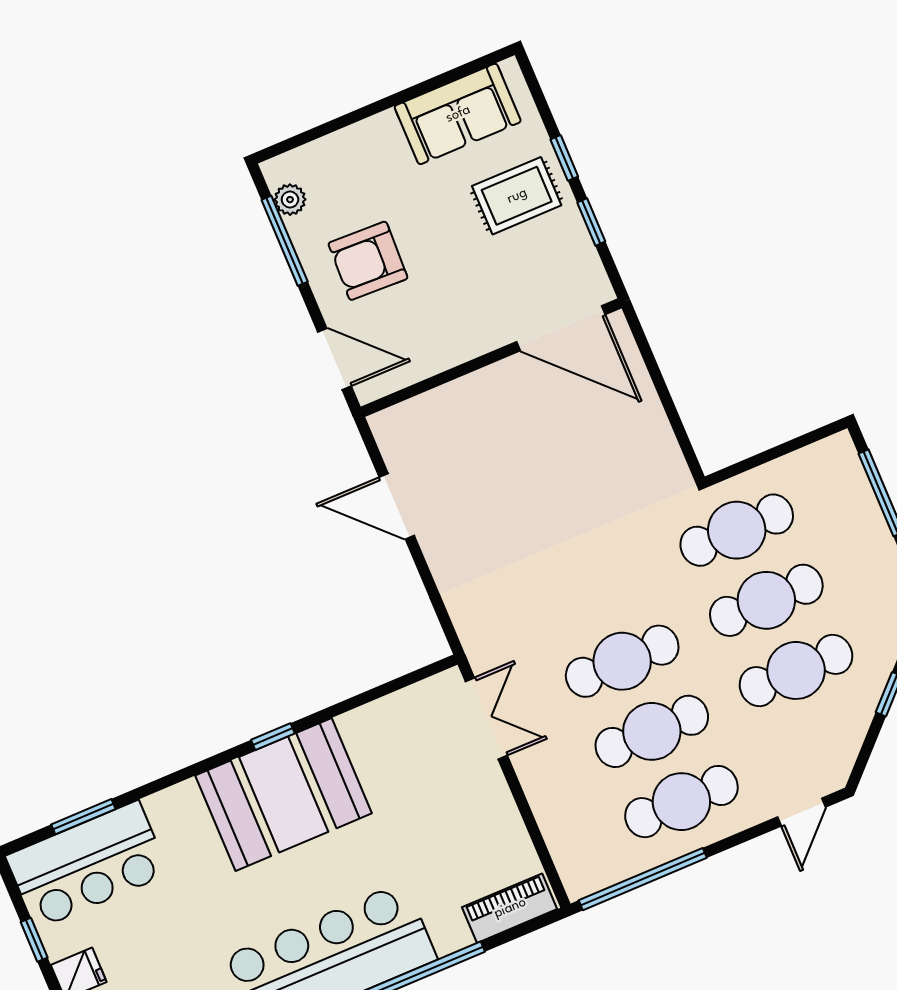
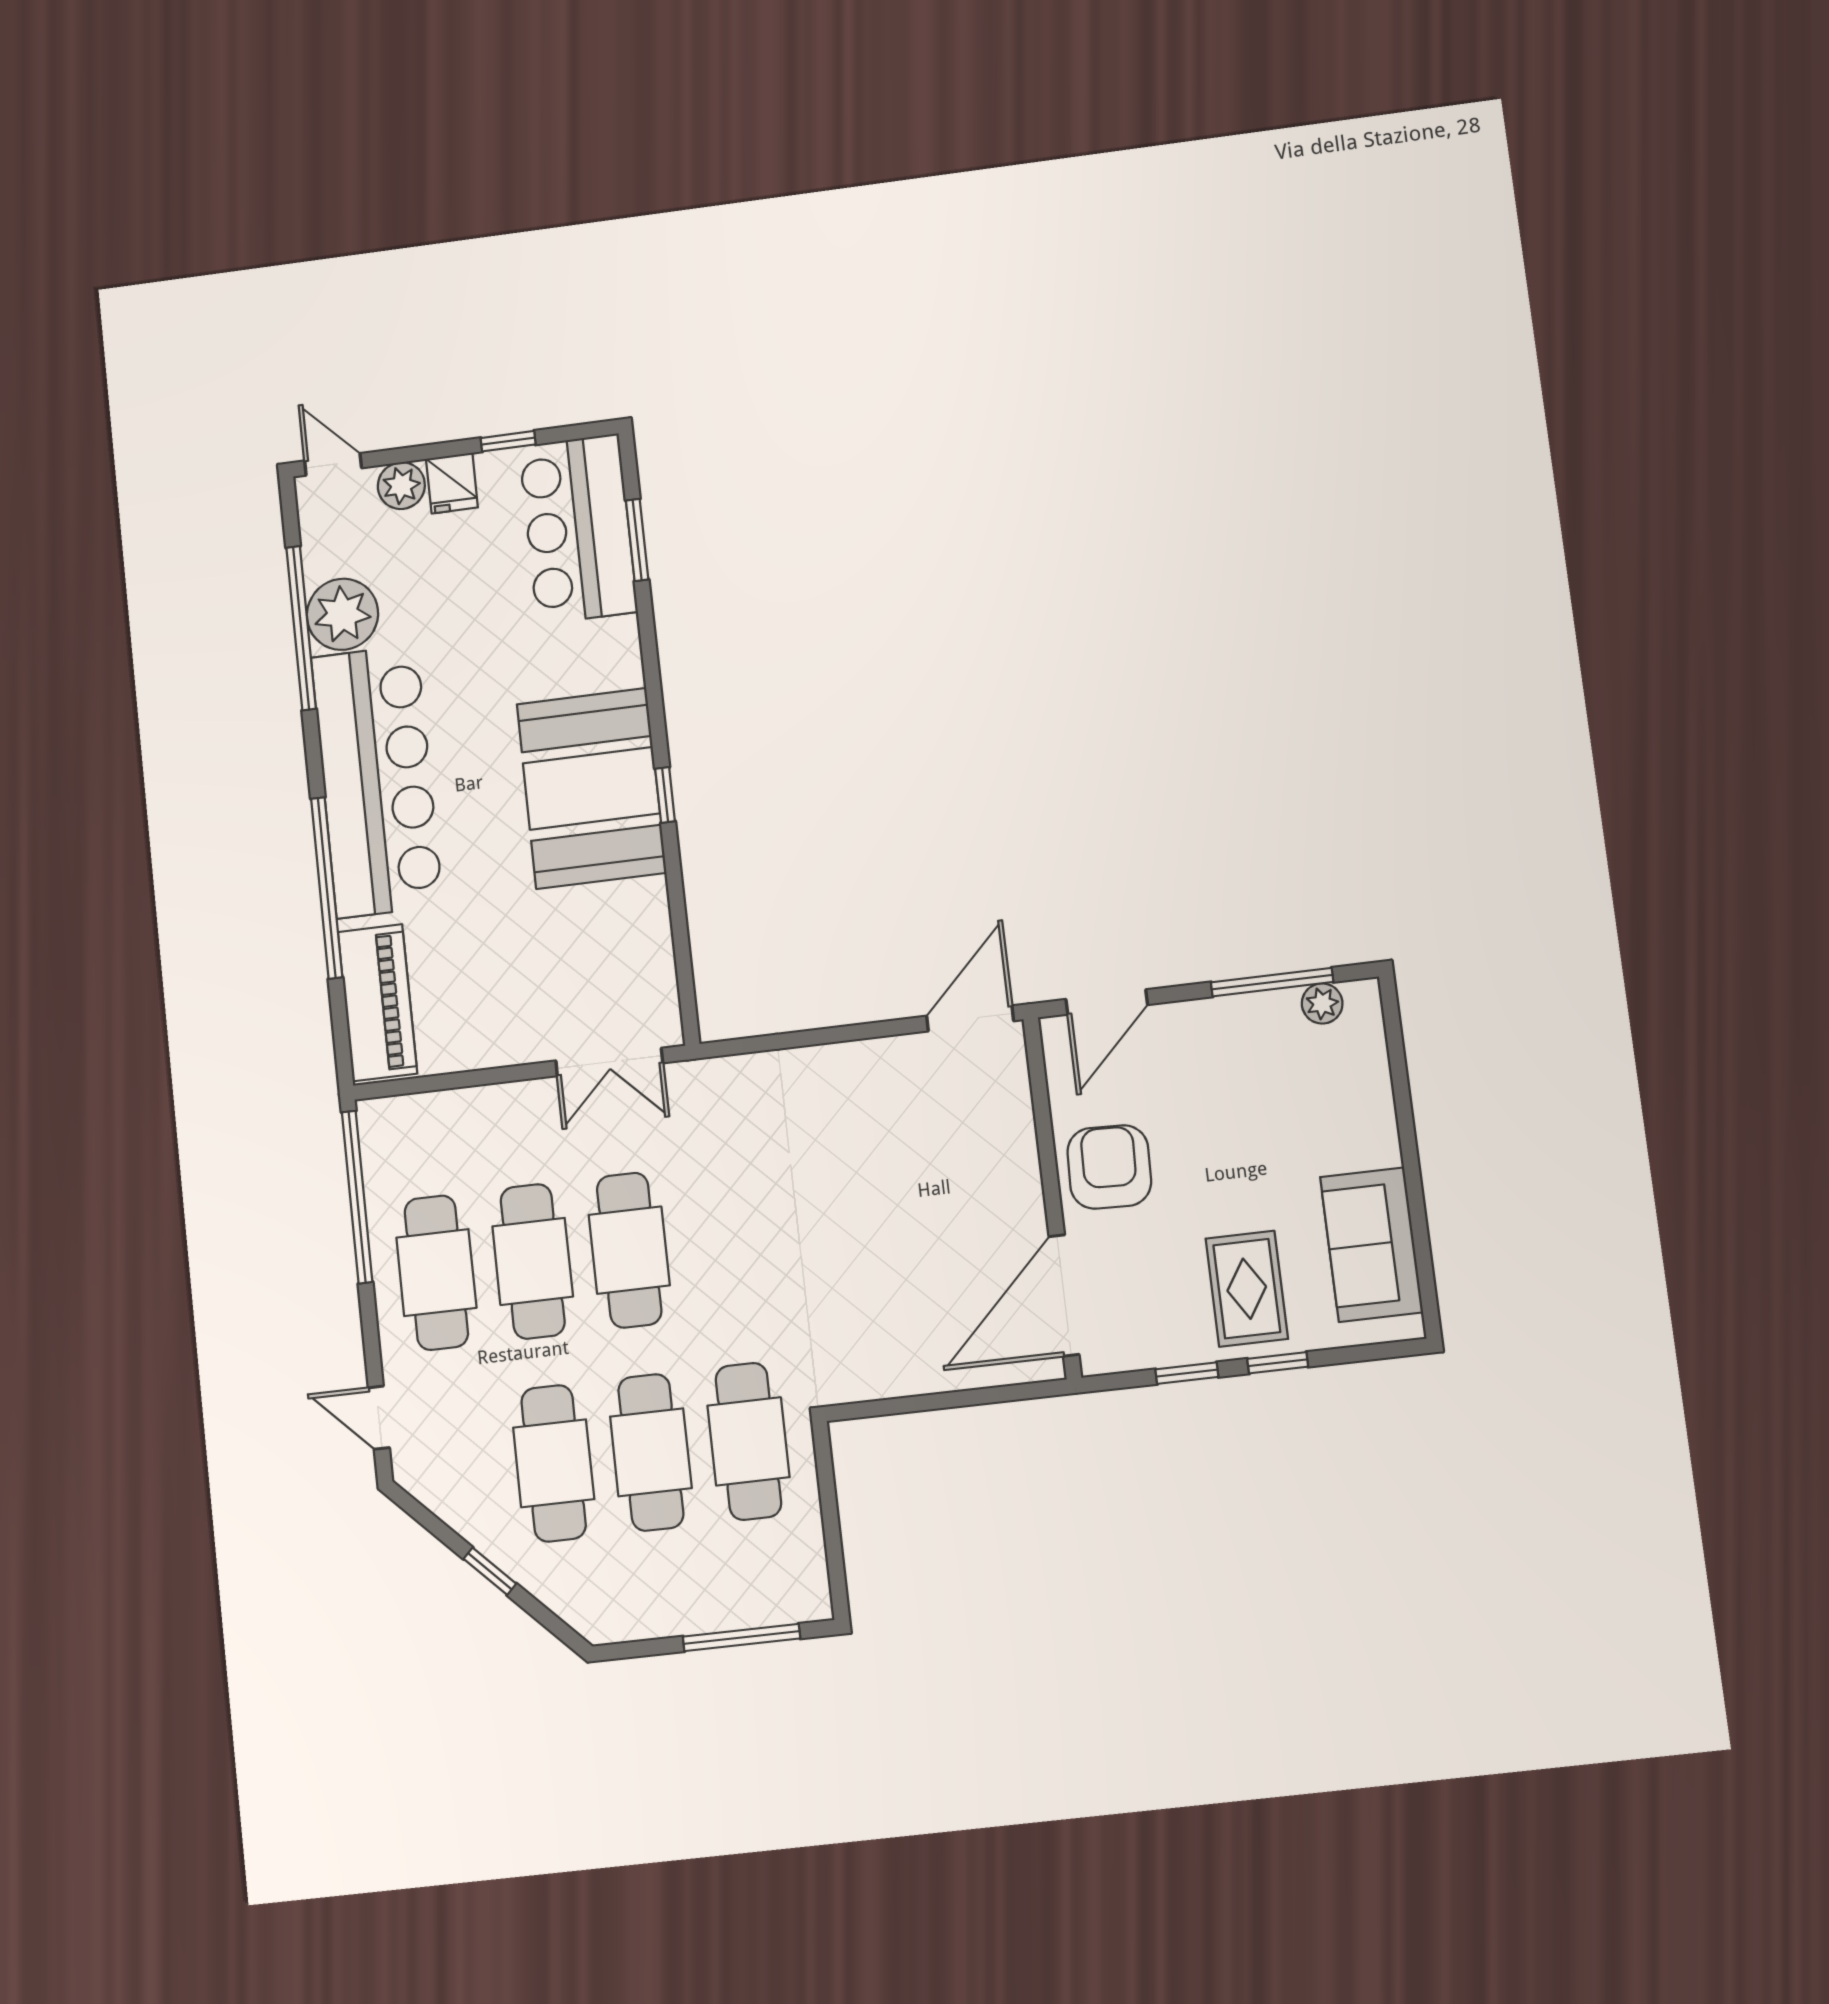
armchair: (368, 261) -> (1109, 1167), moved
door: (397, 506) -> (970, 1018), moved
piano: (510, 908) -> (378, 1003), width x1.37, depth x1.33

